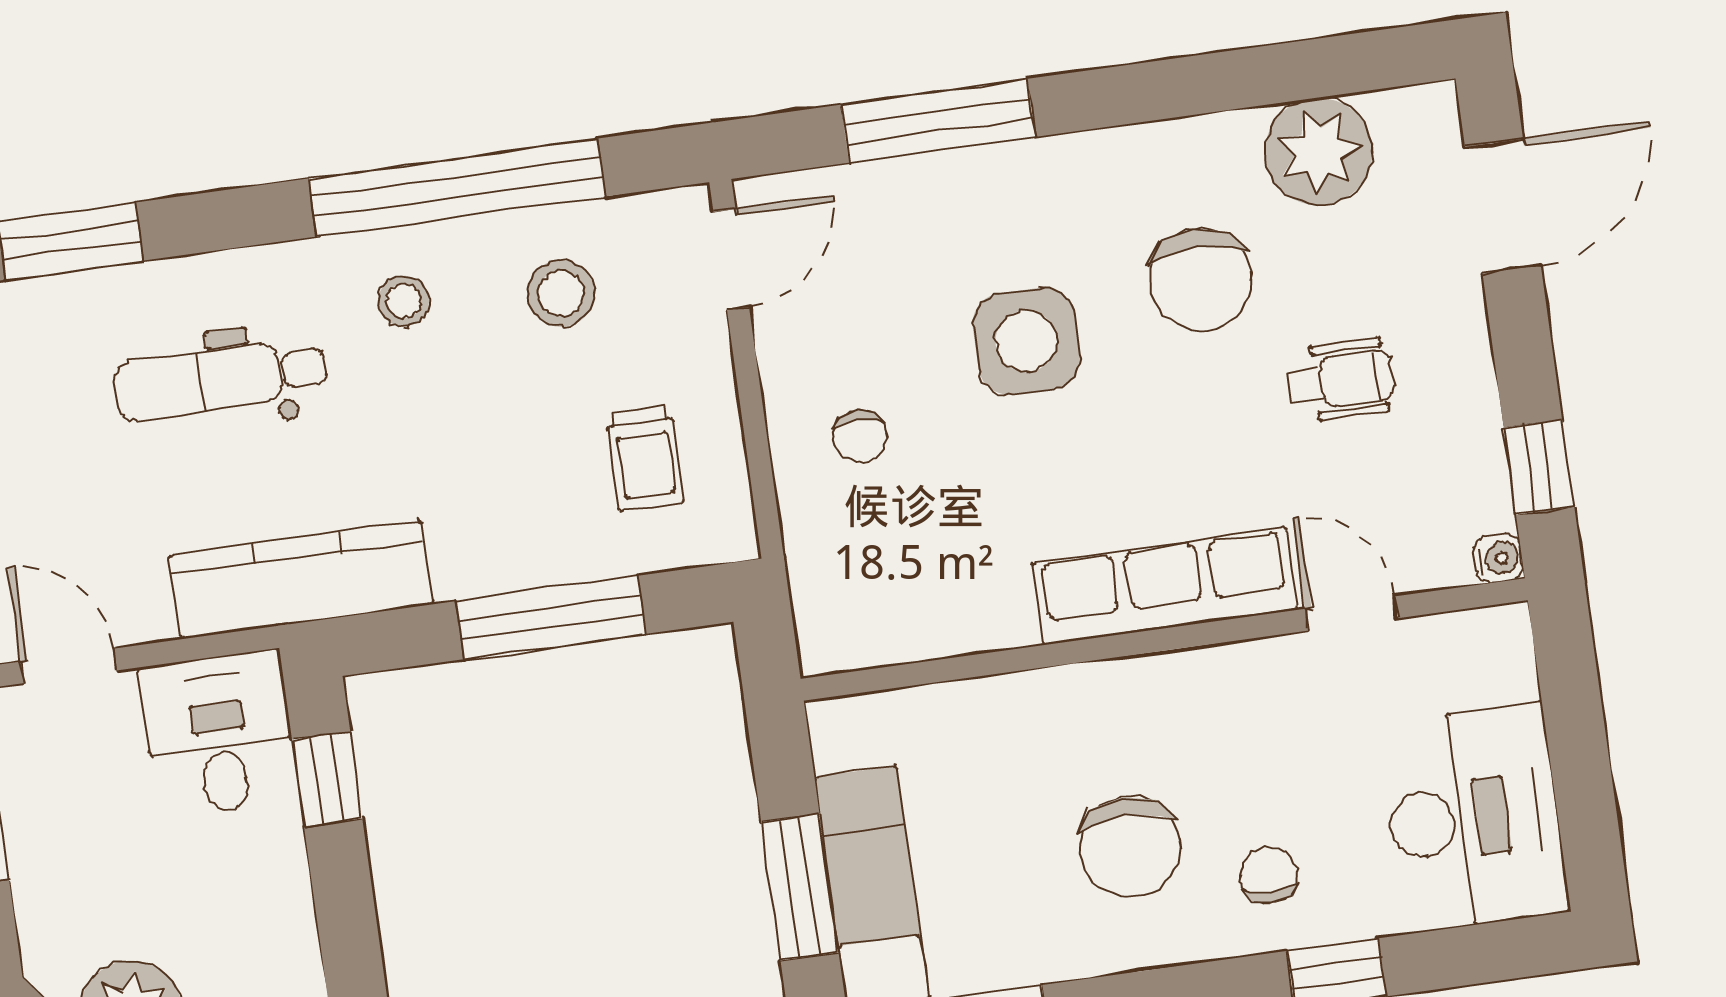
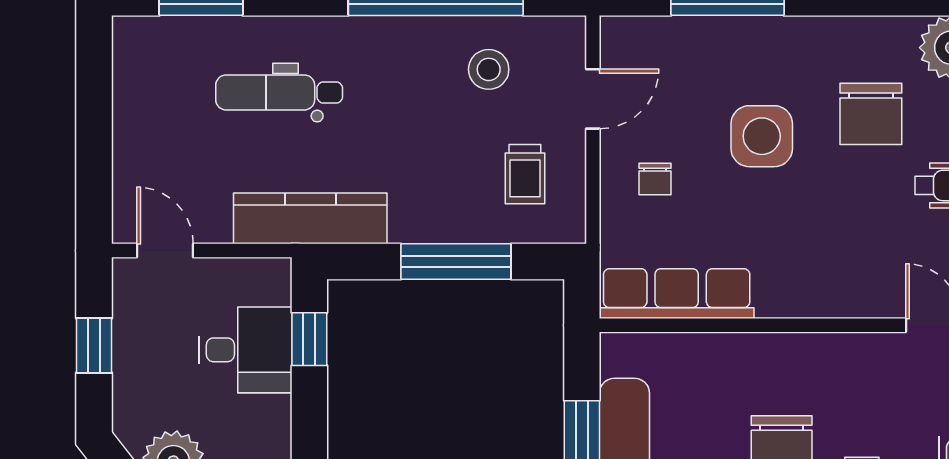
door: (731, 260) -> (593, 99), moved
stool: (404, 301) -> (394, 61), removed
row of seats: (1165, 586) -> (677, 294), moved
desk: (219, 734) -> (245, 350), moved, turned 90

